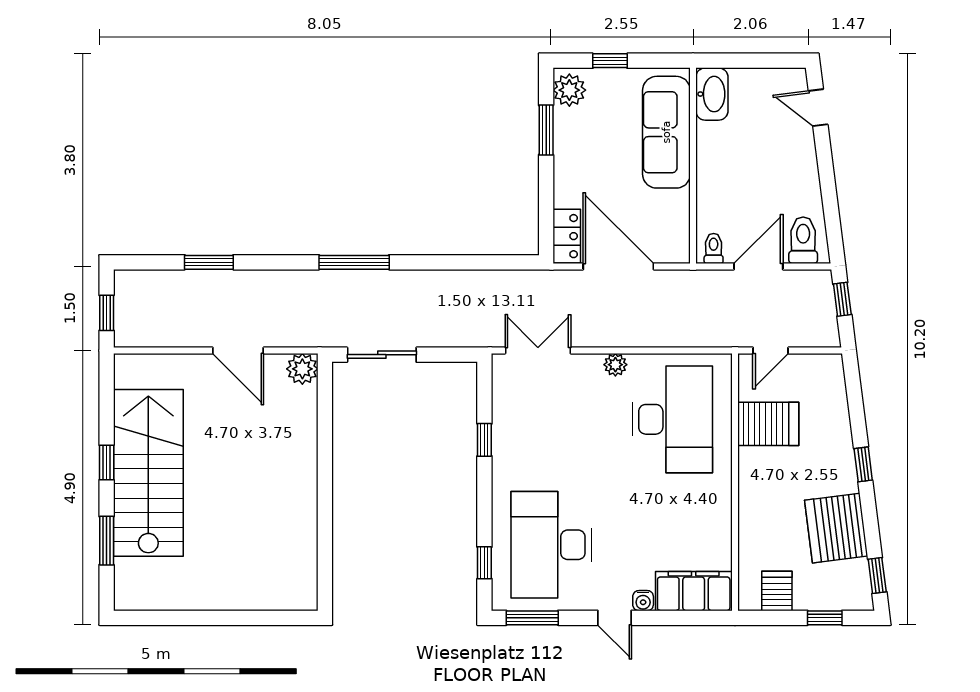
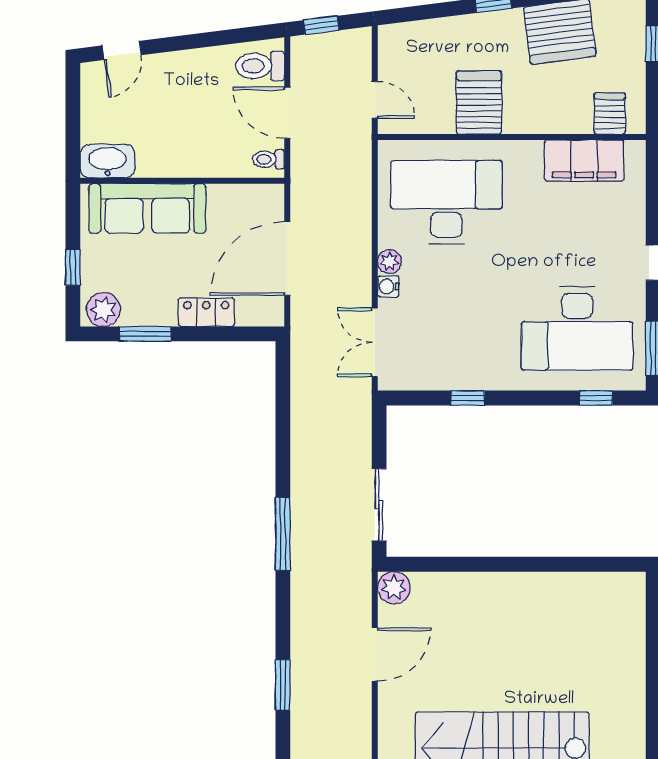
locker: (567, 236) -> (206, 312), moved
server rack: (768, 424) -> (479, 102), moved
filing cabinet: (694, 591) -> (584, 160), moved, turned -90
server rack: (777, 591) -> (610, 113), moved, turned 90
water cooler: (643, 601) -> (388, 286), moved, turned 180

